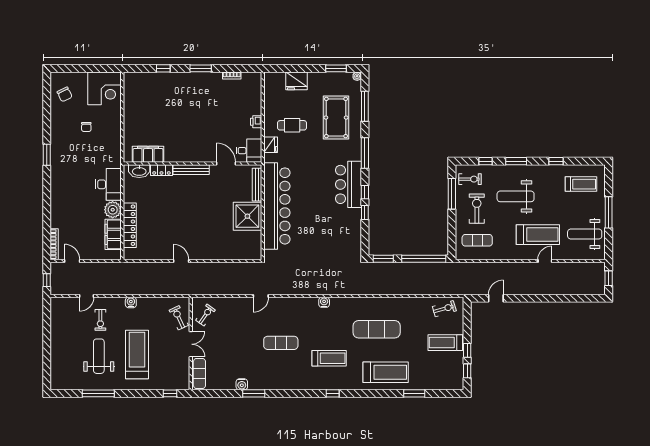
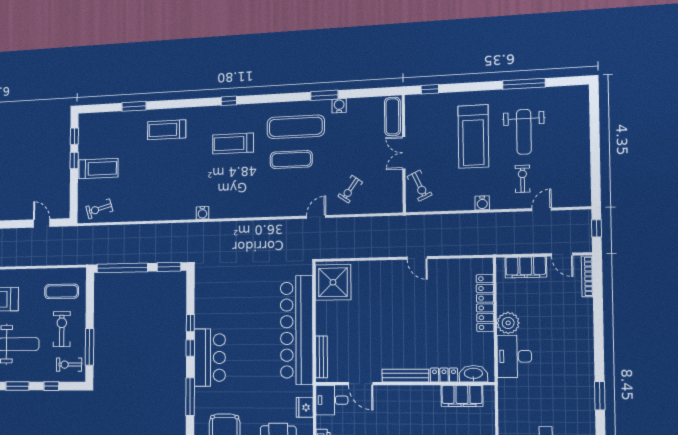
exercise bike: (477, 209) -> (62, 329), turned 180
shower: (247, 216) -> (333, 282), moved
filing cabinet: (113, 234) -> (526, 267), moved, turned 90
door: (496, 298) -> (42, 223), swing flipped
water cooler: (324, 302) -> (202, 213), moved
exercise bike: (205, 315) -> (350, 189), moved
exercise mat: (377, 329) -> (296, 127), moved
treadmill: (386, 372) -> (167, 130), width x0.73, depth x0.73

